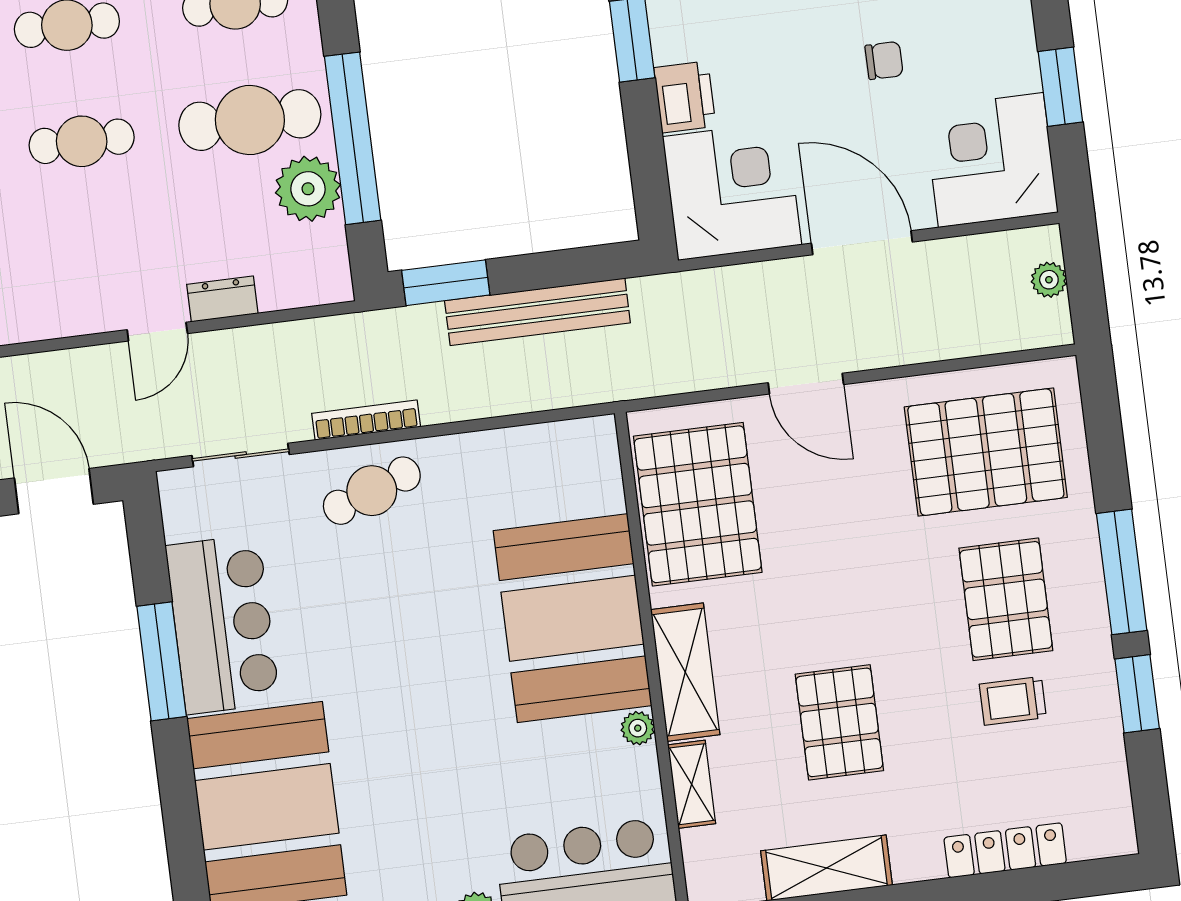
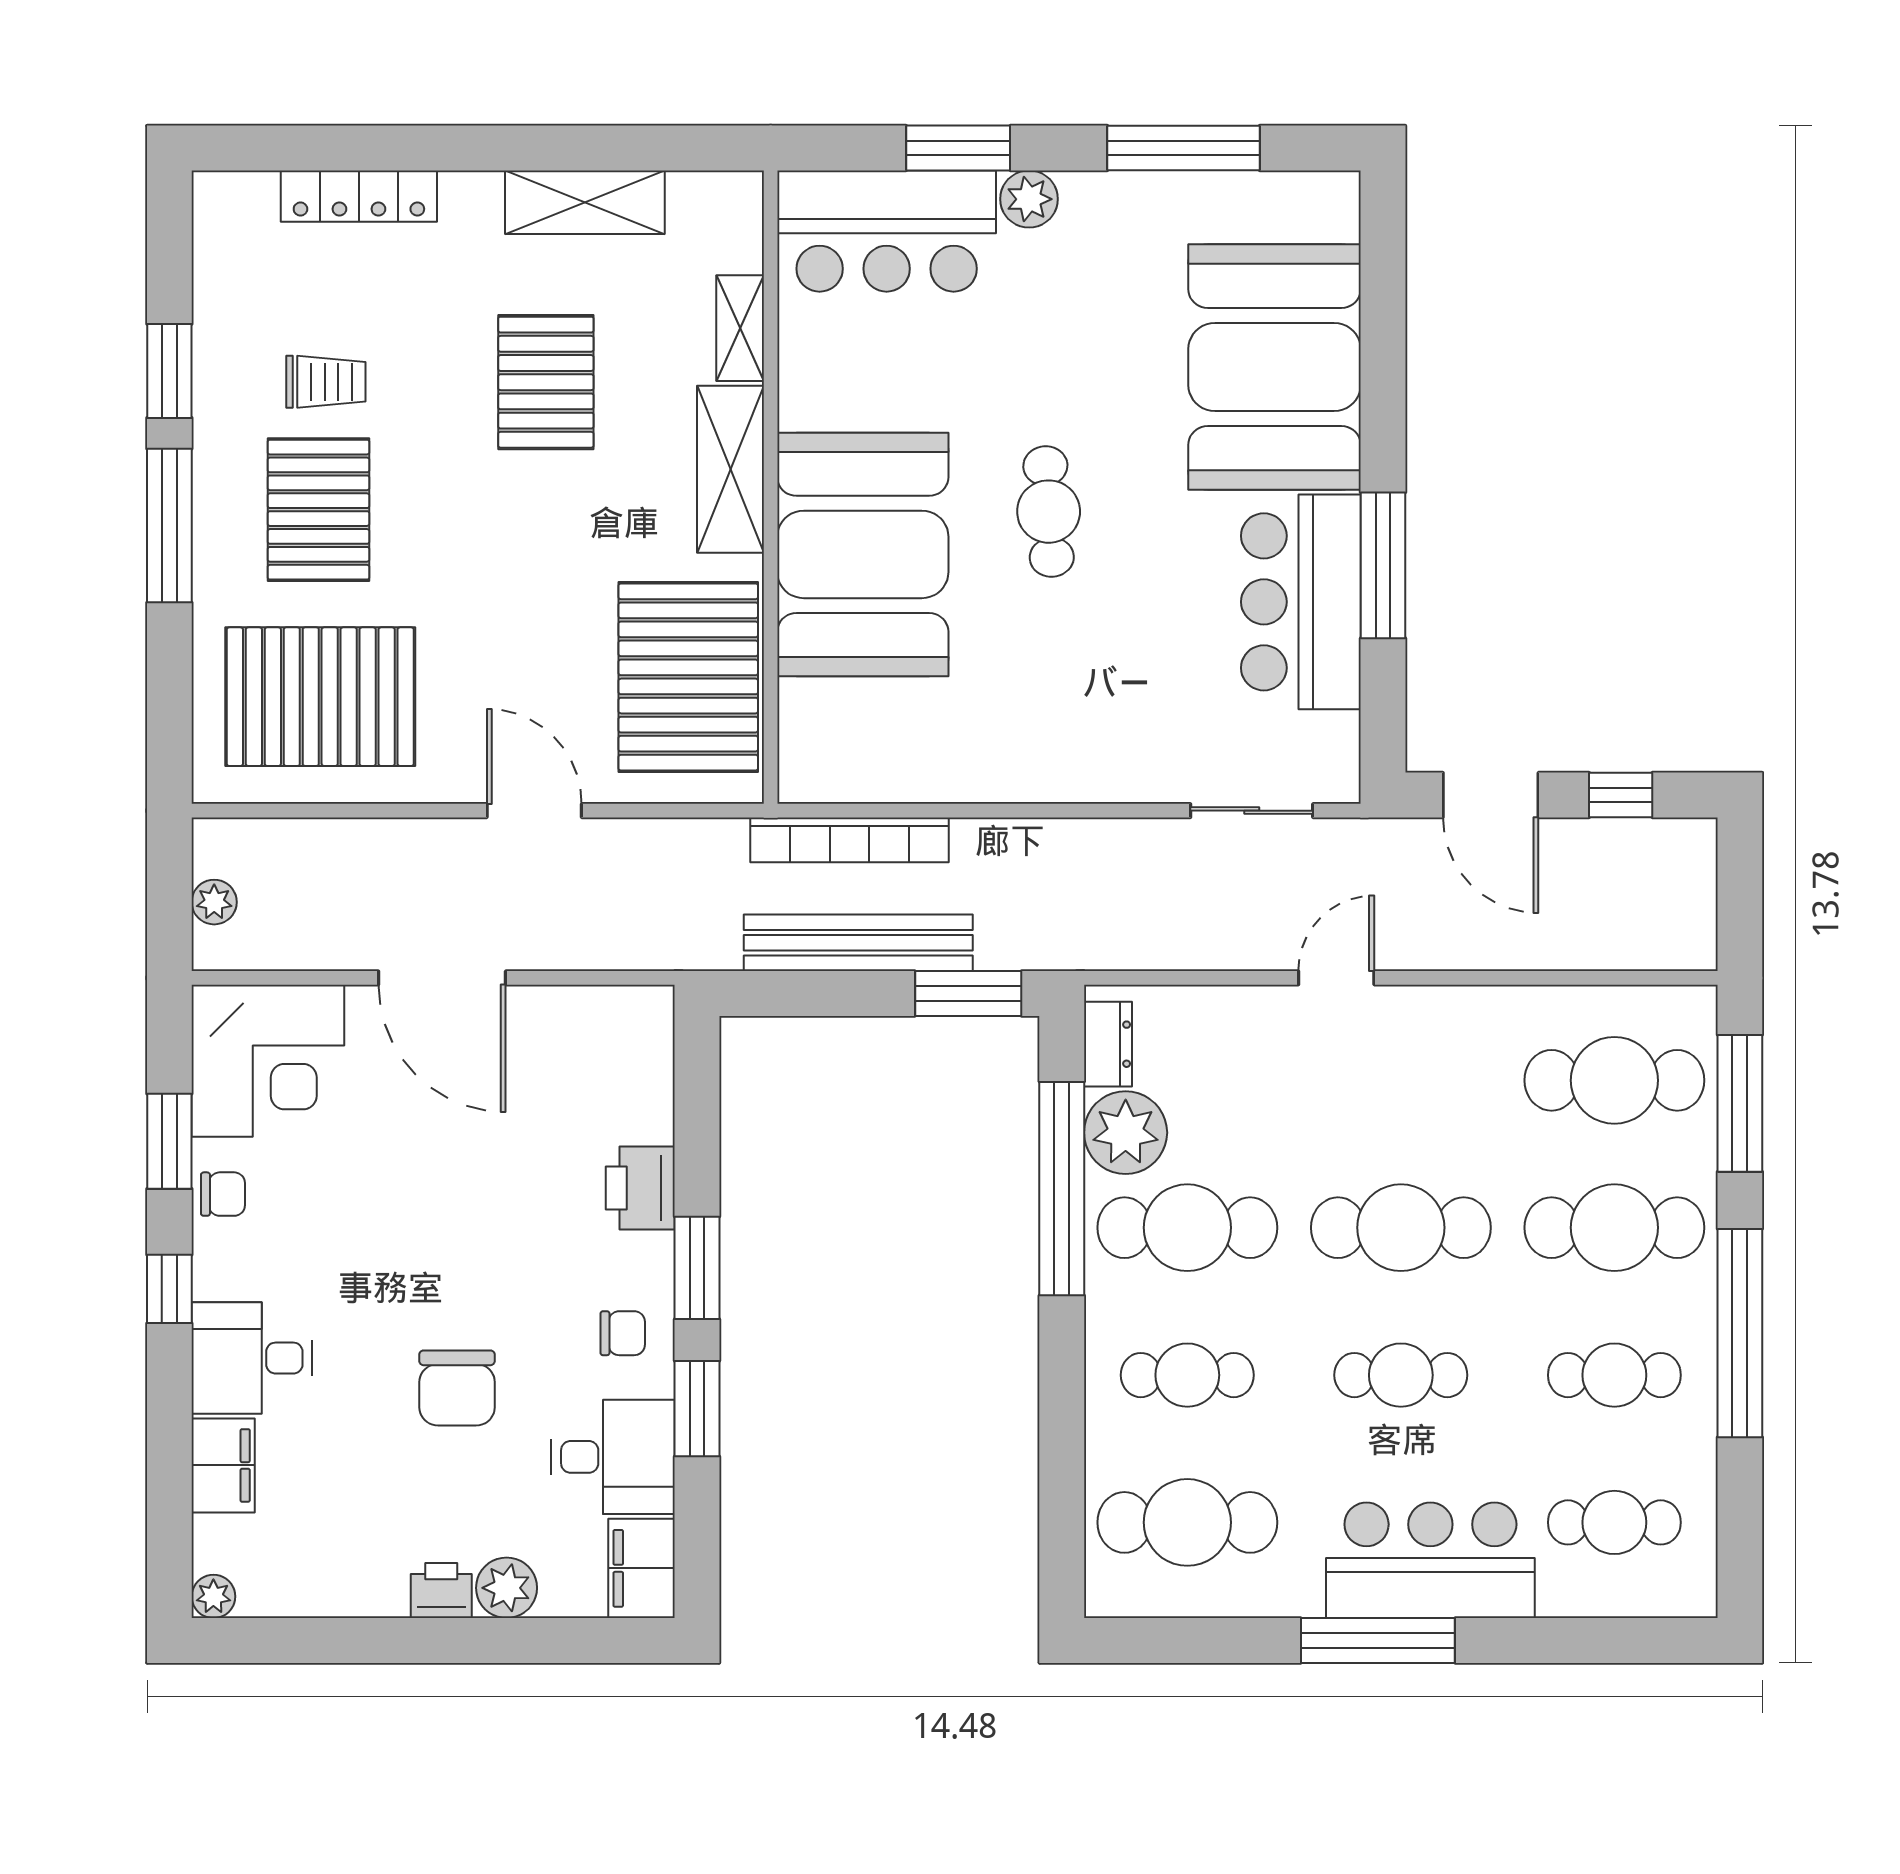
chair: (884, 60) -> (223, 1194), moved, turned 180
cafe table: (82, 141) -> (1401, 1228), width x1.37, depth x1.35
corner desk: (732, 191) -> (596, 1063), removed
dresser: (222, 299) -> (1108, 1044), moved, turned -90
bookcase: (366, 420) -> (849, 840), moved, width x1.48, depth x1.31
cafe table: (372, 491) -> (1049, 512), moved, turned -74
plant: (638, 728) -> (799, 407), removed

